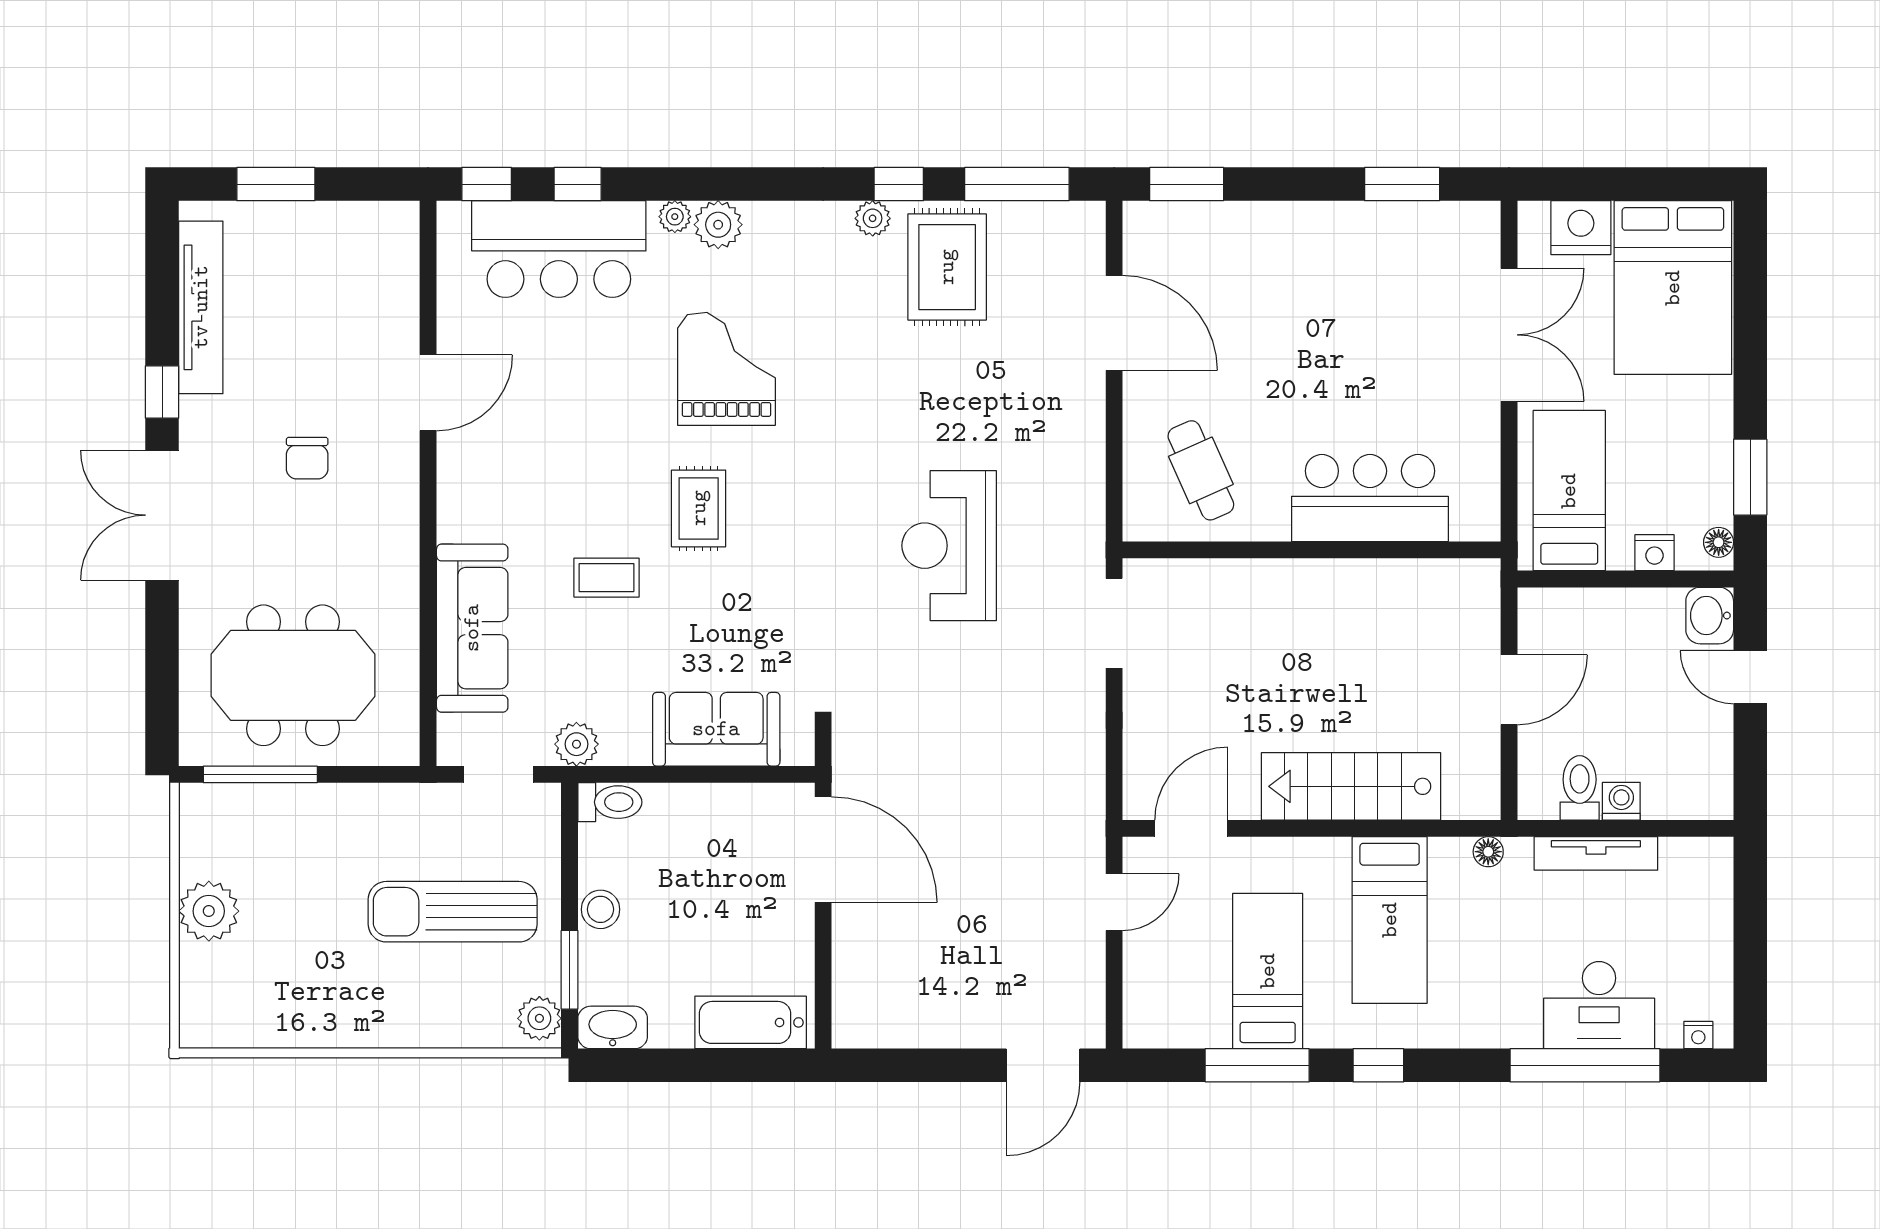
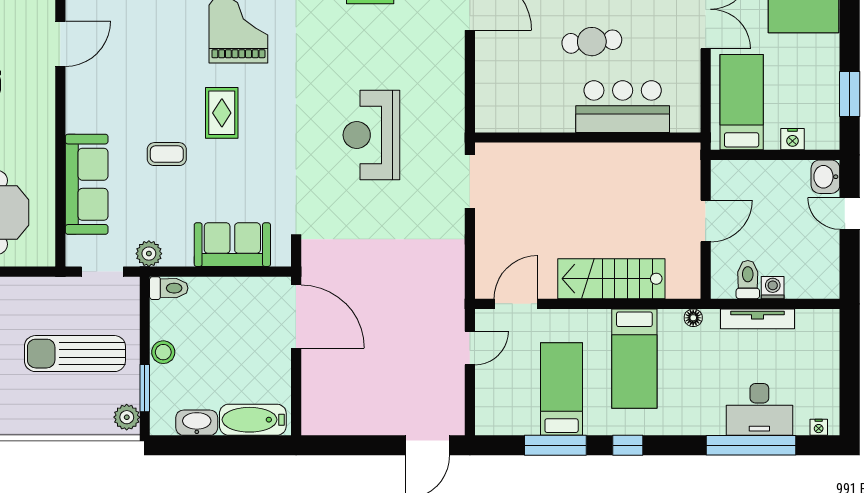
cafe table: (1201, 470) -> (592, 42), moved, turned -71
floor lamp: (1719, 542) -> (831, 133), removed
washbasin: (613, 1027) -> (197, 423), moved

